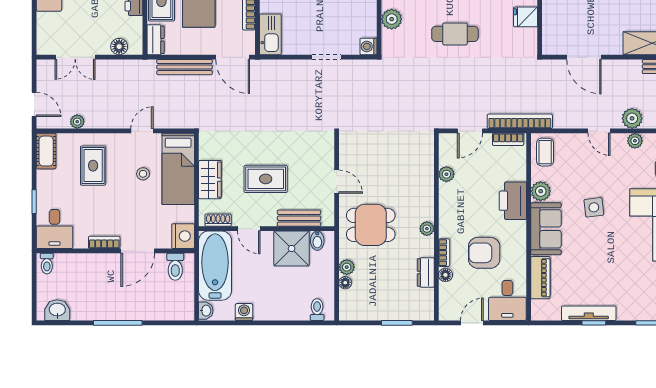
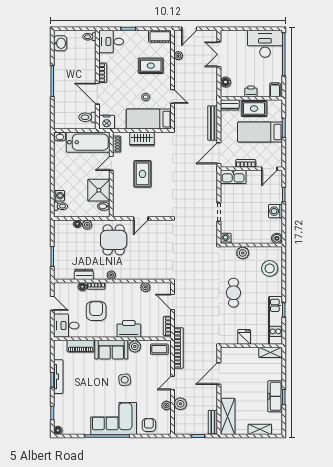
bookcase: (520, 121) -> (179, 348), moved
bench: (299, 218) -> (118, 195), removed
washing machine: (244, 312) -> (59, 196), moved

